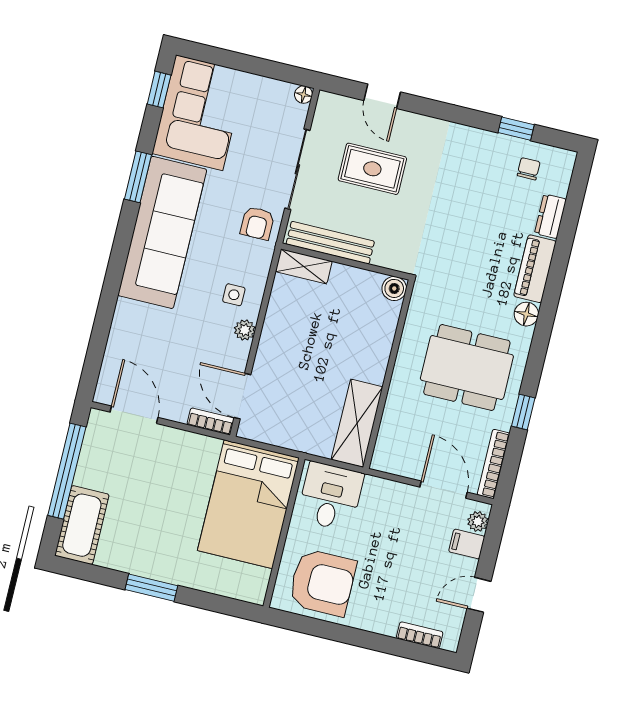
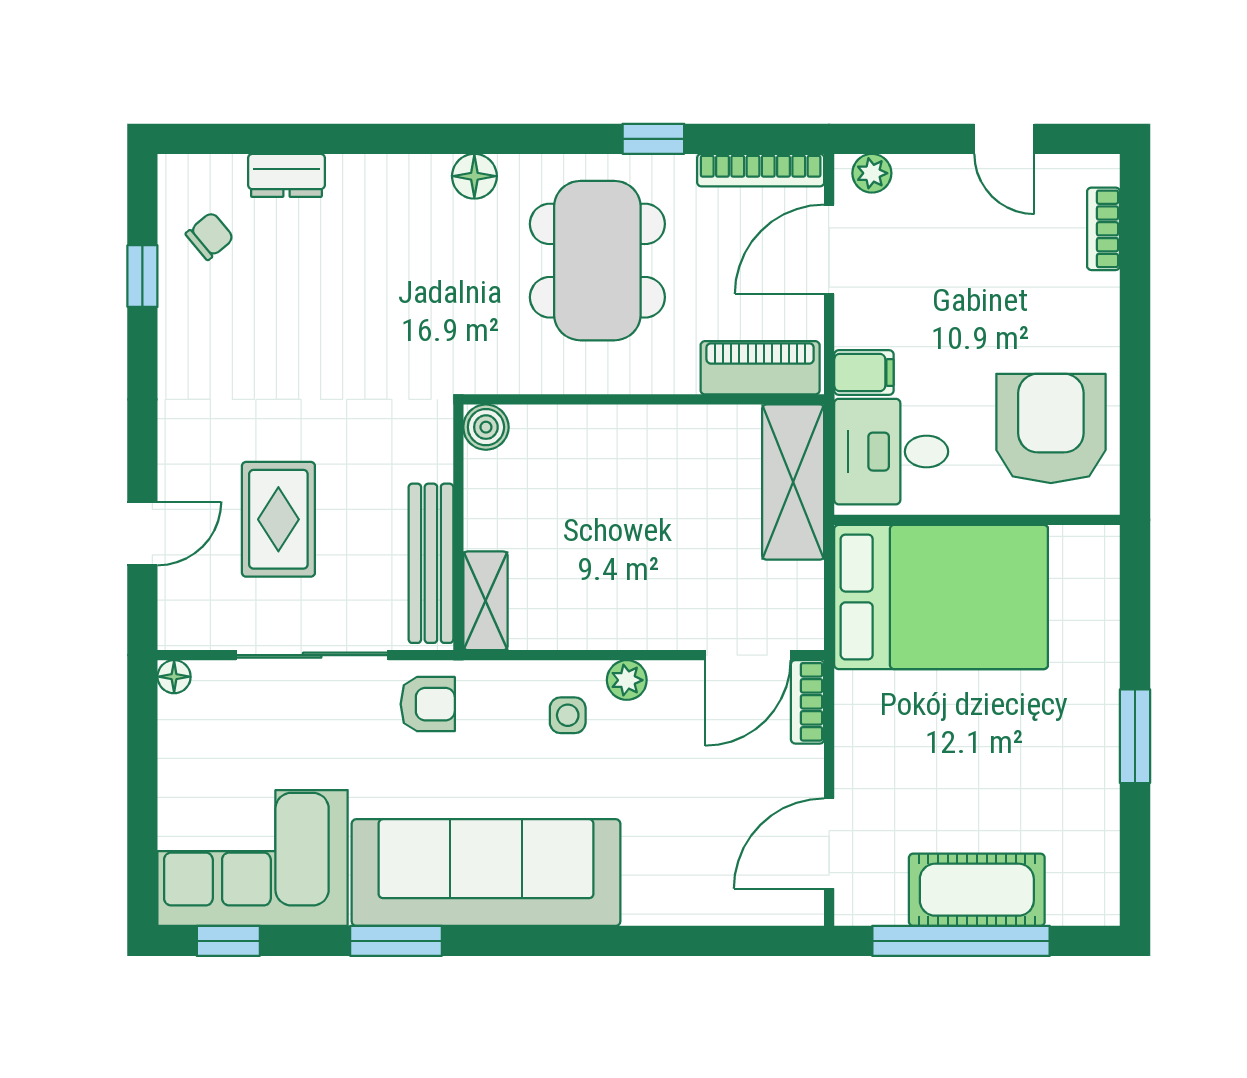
chair: (529, 169) -> (210, 236), turned 140
piano: (535, 269) -> (760, 368), moved, turned 180
shelving: (357, 423) -> (793, 482), moved, turned 90
cot: (82, 525) -> (977, 890), moved
filing cabinet: (467, 544) -> (864, 373), moved, turned -90

